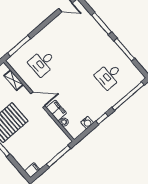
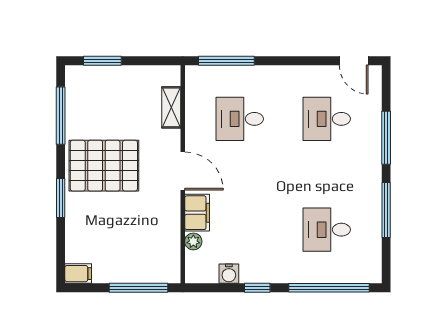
desk: (74, 35) -> (327, 119), added

